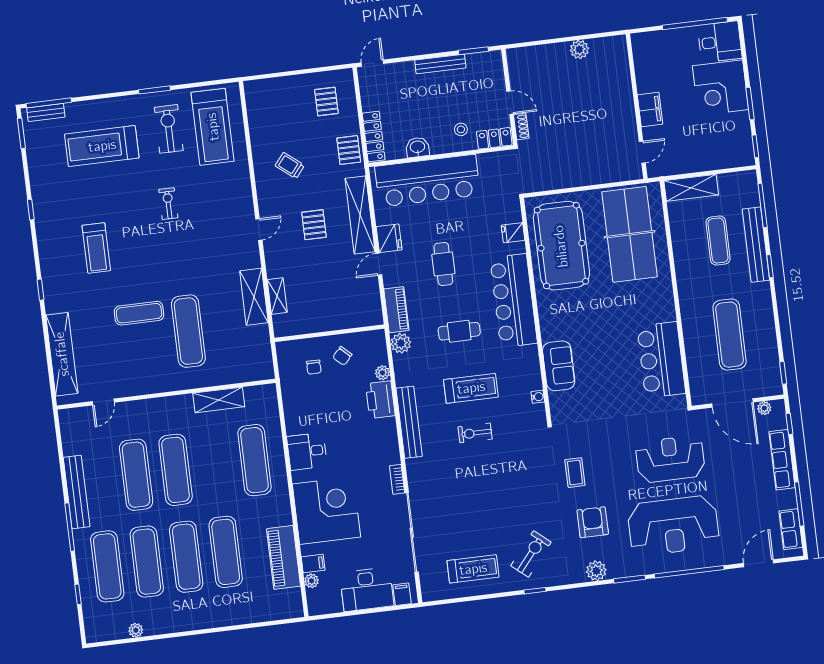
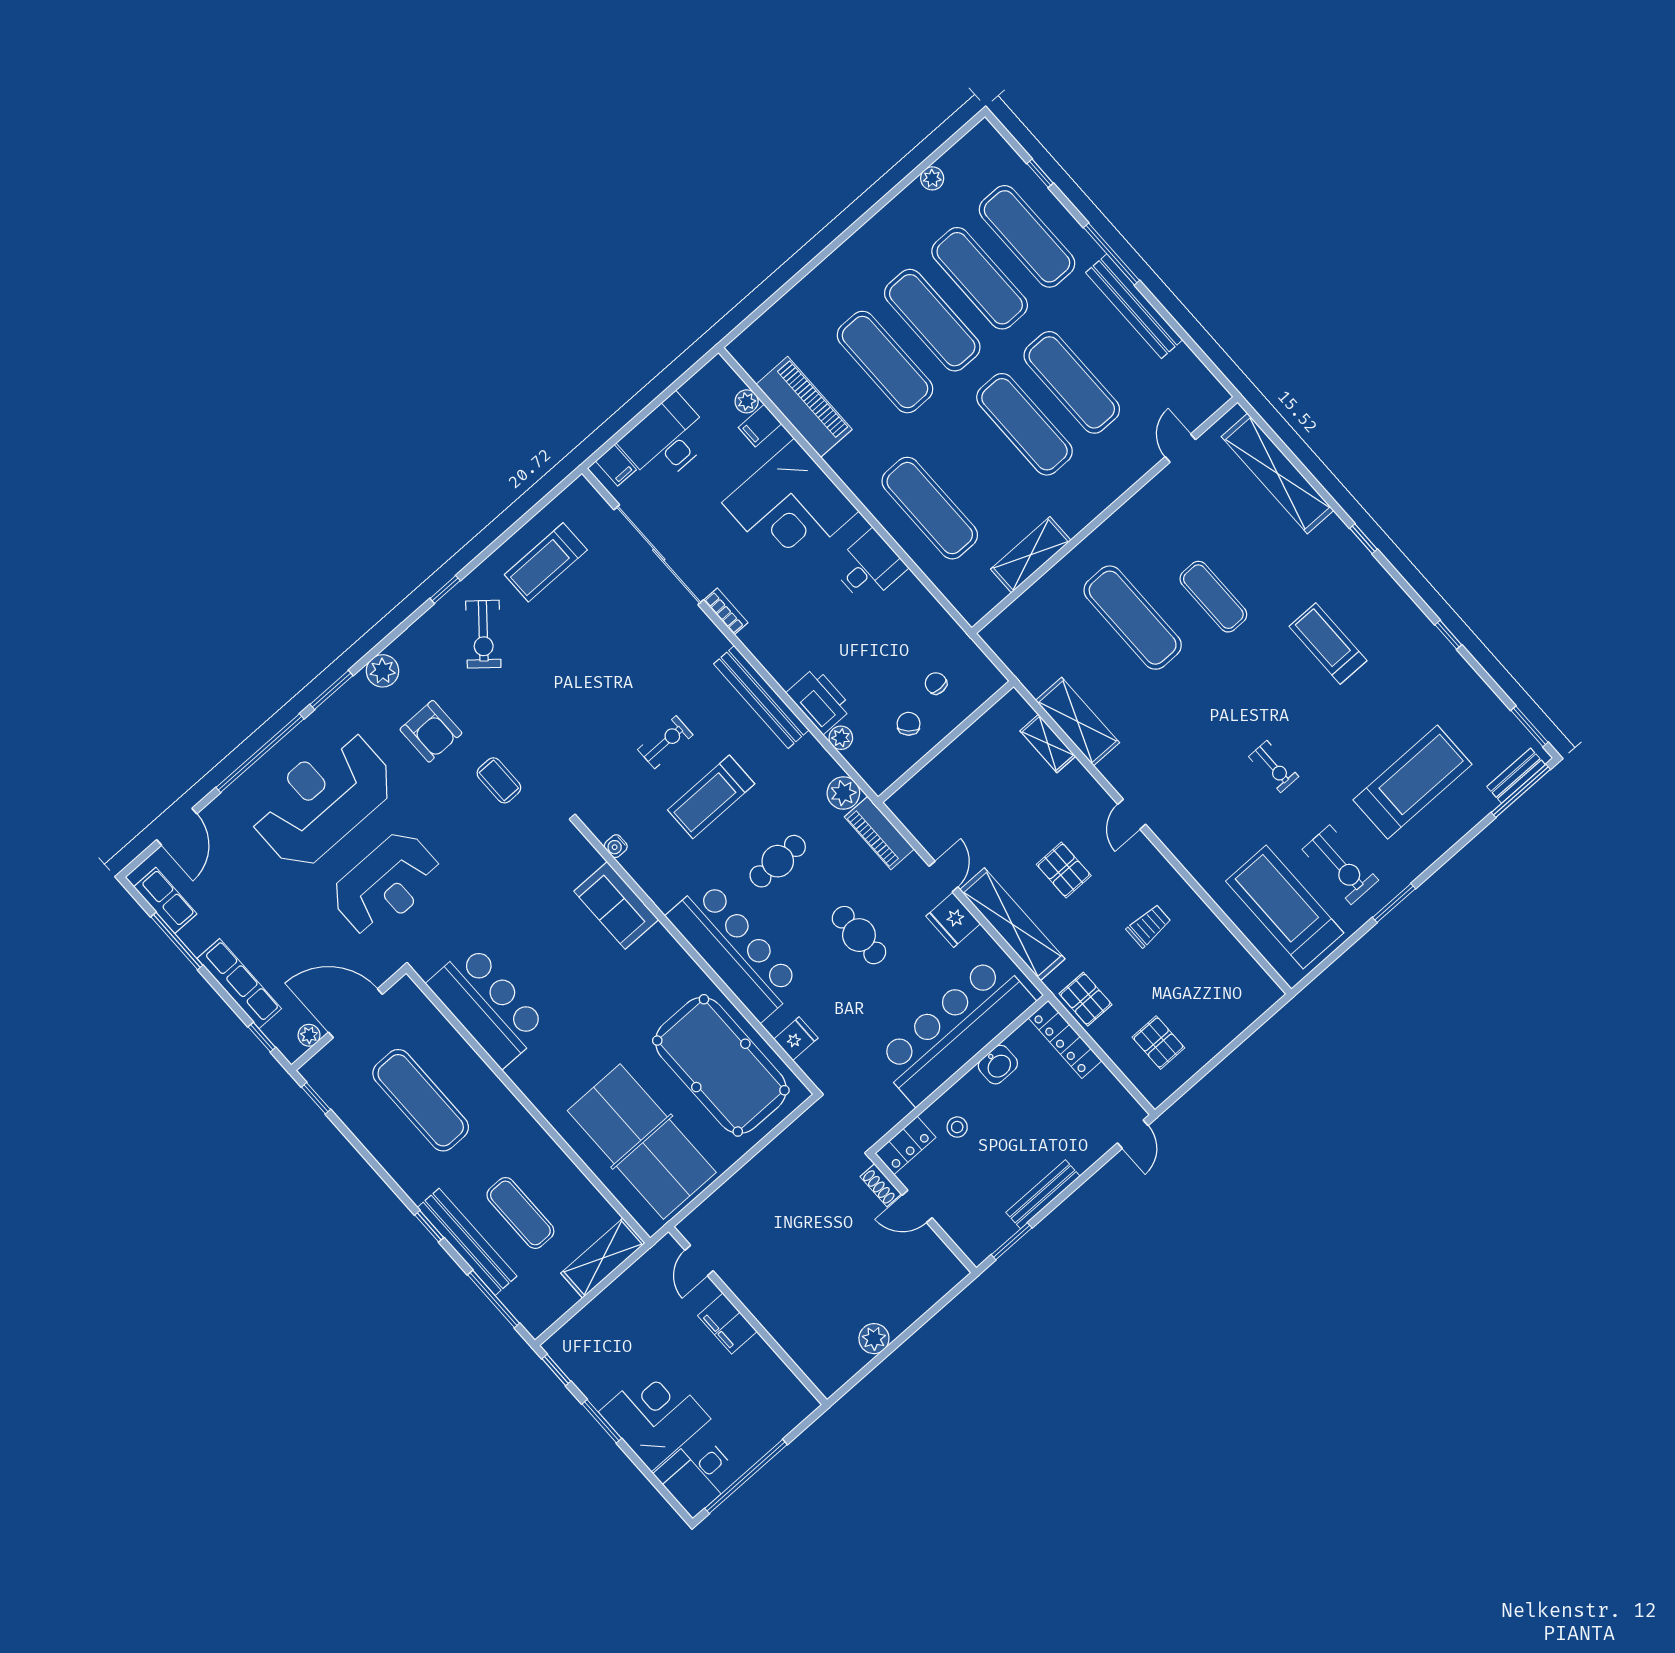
trolley: (290, 166) -> (1149, 926), turned -39
exercise mat: (139, 313) -> (1213, 597), turned 90

